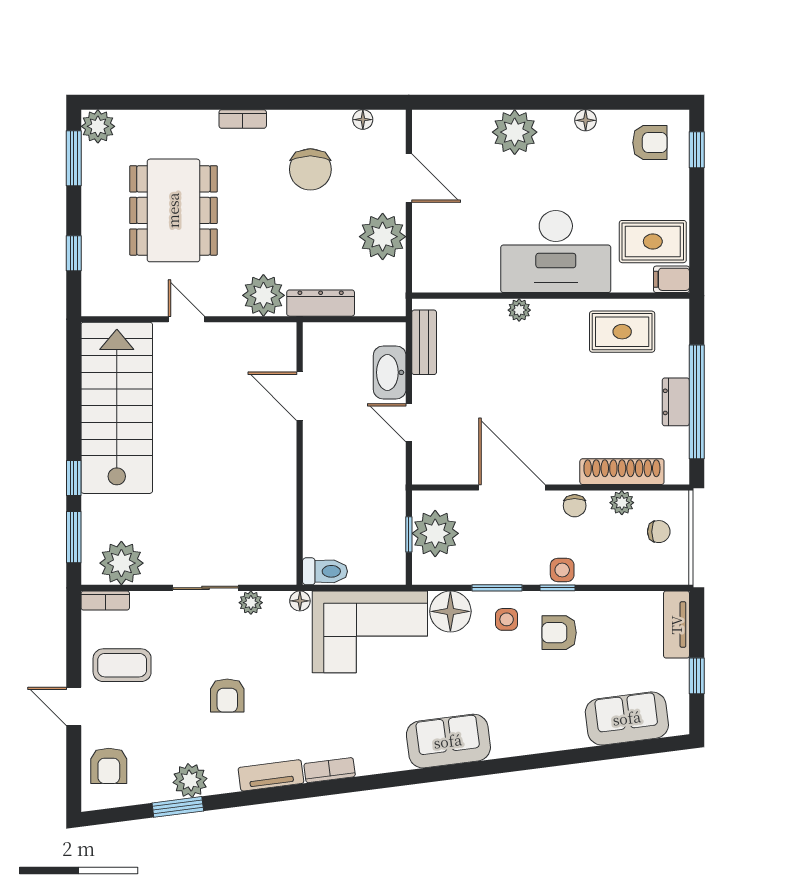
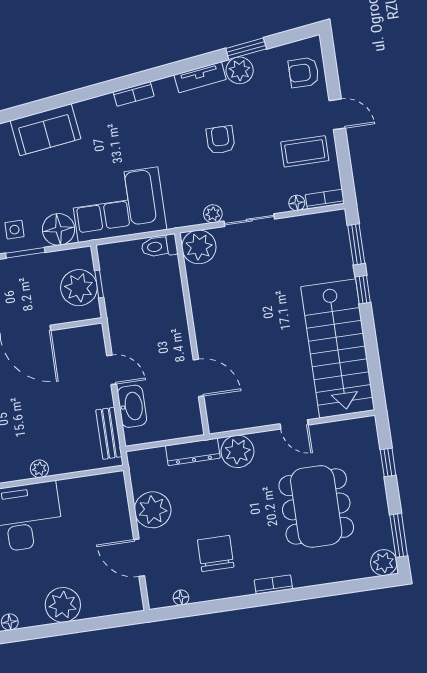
plant: (121, 563) -> (199, 247), moved
floor lamp: (300, 601) -> (297, 203), moved
armchair: (109, 766) -> (304, 72), turned -90
tv unit: (271, 775) -> (200, 77), moved

